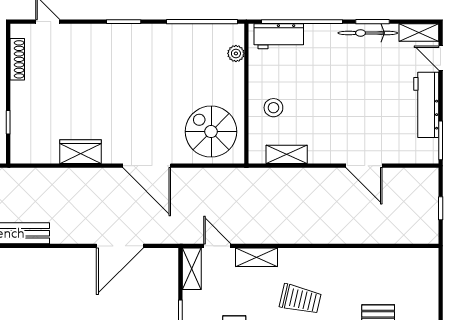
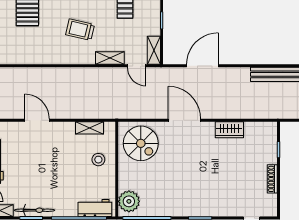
plant: (236, 53) -> (129, 201), width x1.88, depth x1.88
shoe rack: (17, 59) -> (272, 179), moved

